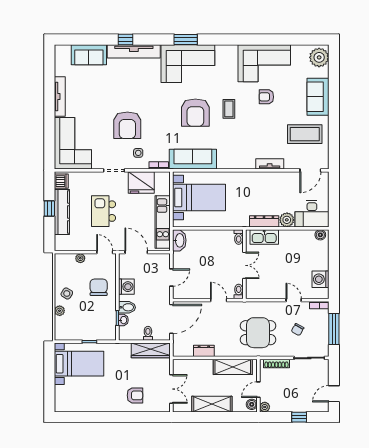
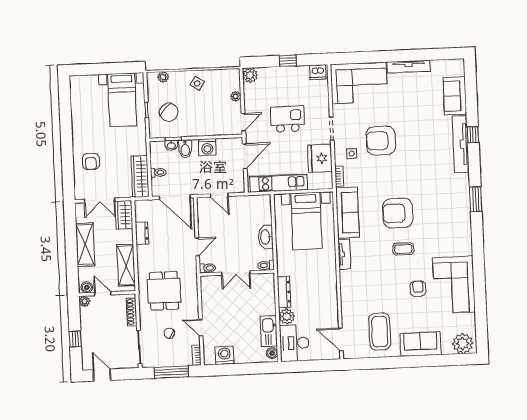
corner sofa: (188, 64) -> (450, 203), removed
tv unit: (270, 164) -> (344, 254), moved
kitchen counter: (62, 212) -> (285, 74), removed
kitchen sink: (264, 237) -> (269, 331), moved
washbasin: (179, 240) -> (266, 237), moved, turned 90
plant: (61, 244) -> (250, 75), added
chair: (99, 287) -> (169, 112), moved, turned 45
door: (294, 300) -> (201, 328), swing flipped
plant: (60, 311) -> (163, 77), moved
wardrobe: (186, 367) -> (124, 215), added

